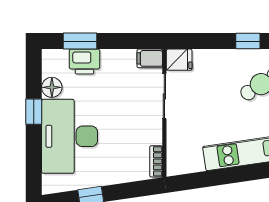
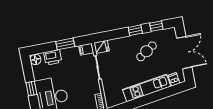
window: (80, 41) -> (65, 44), moved
floor lamp: (52, 87) -> (35, 59), moved

